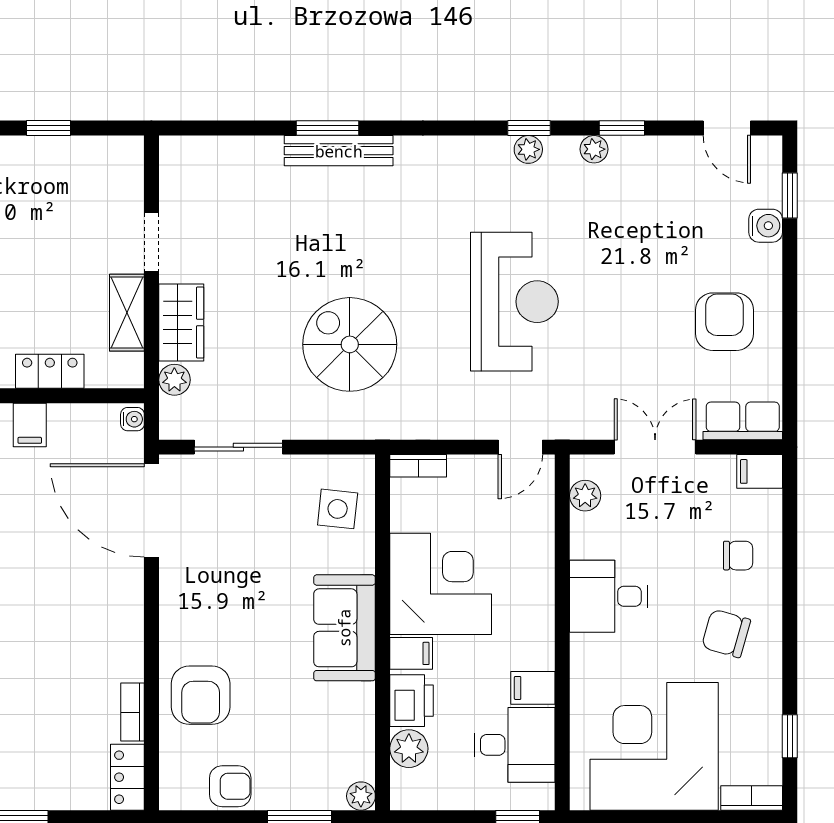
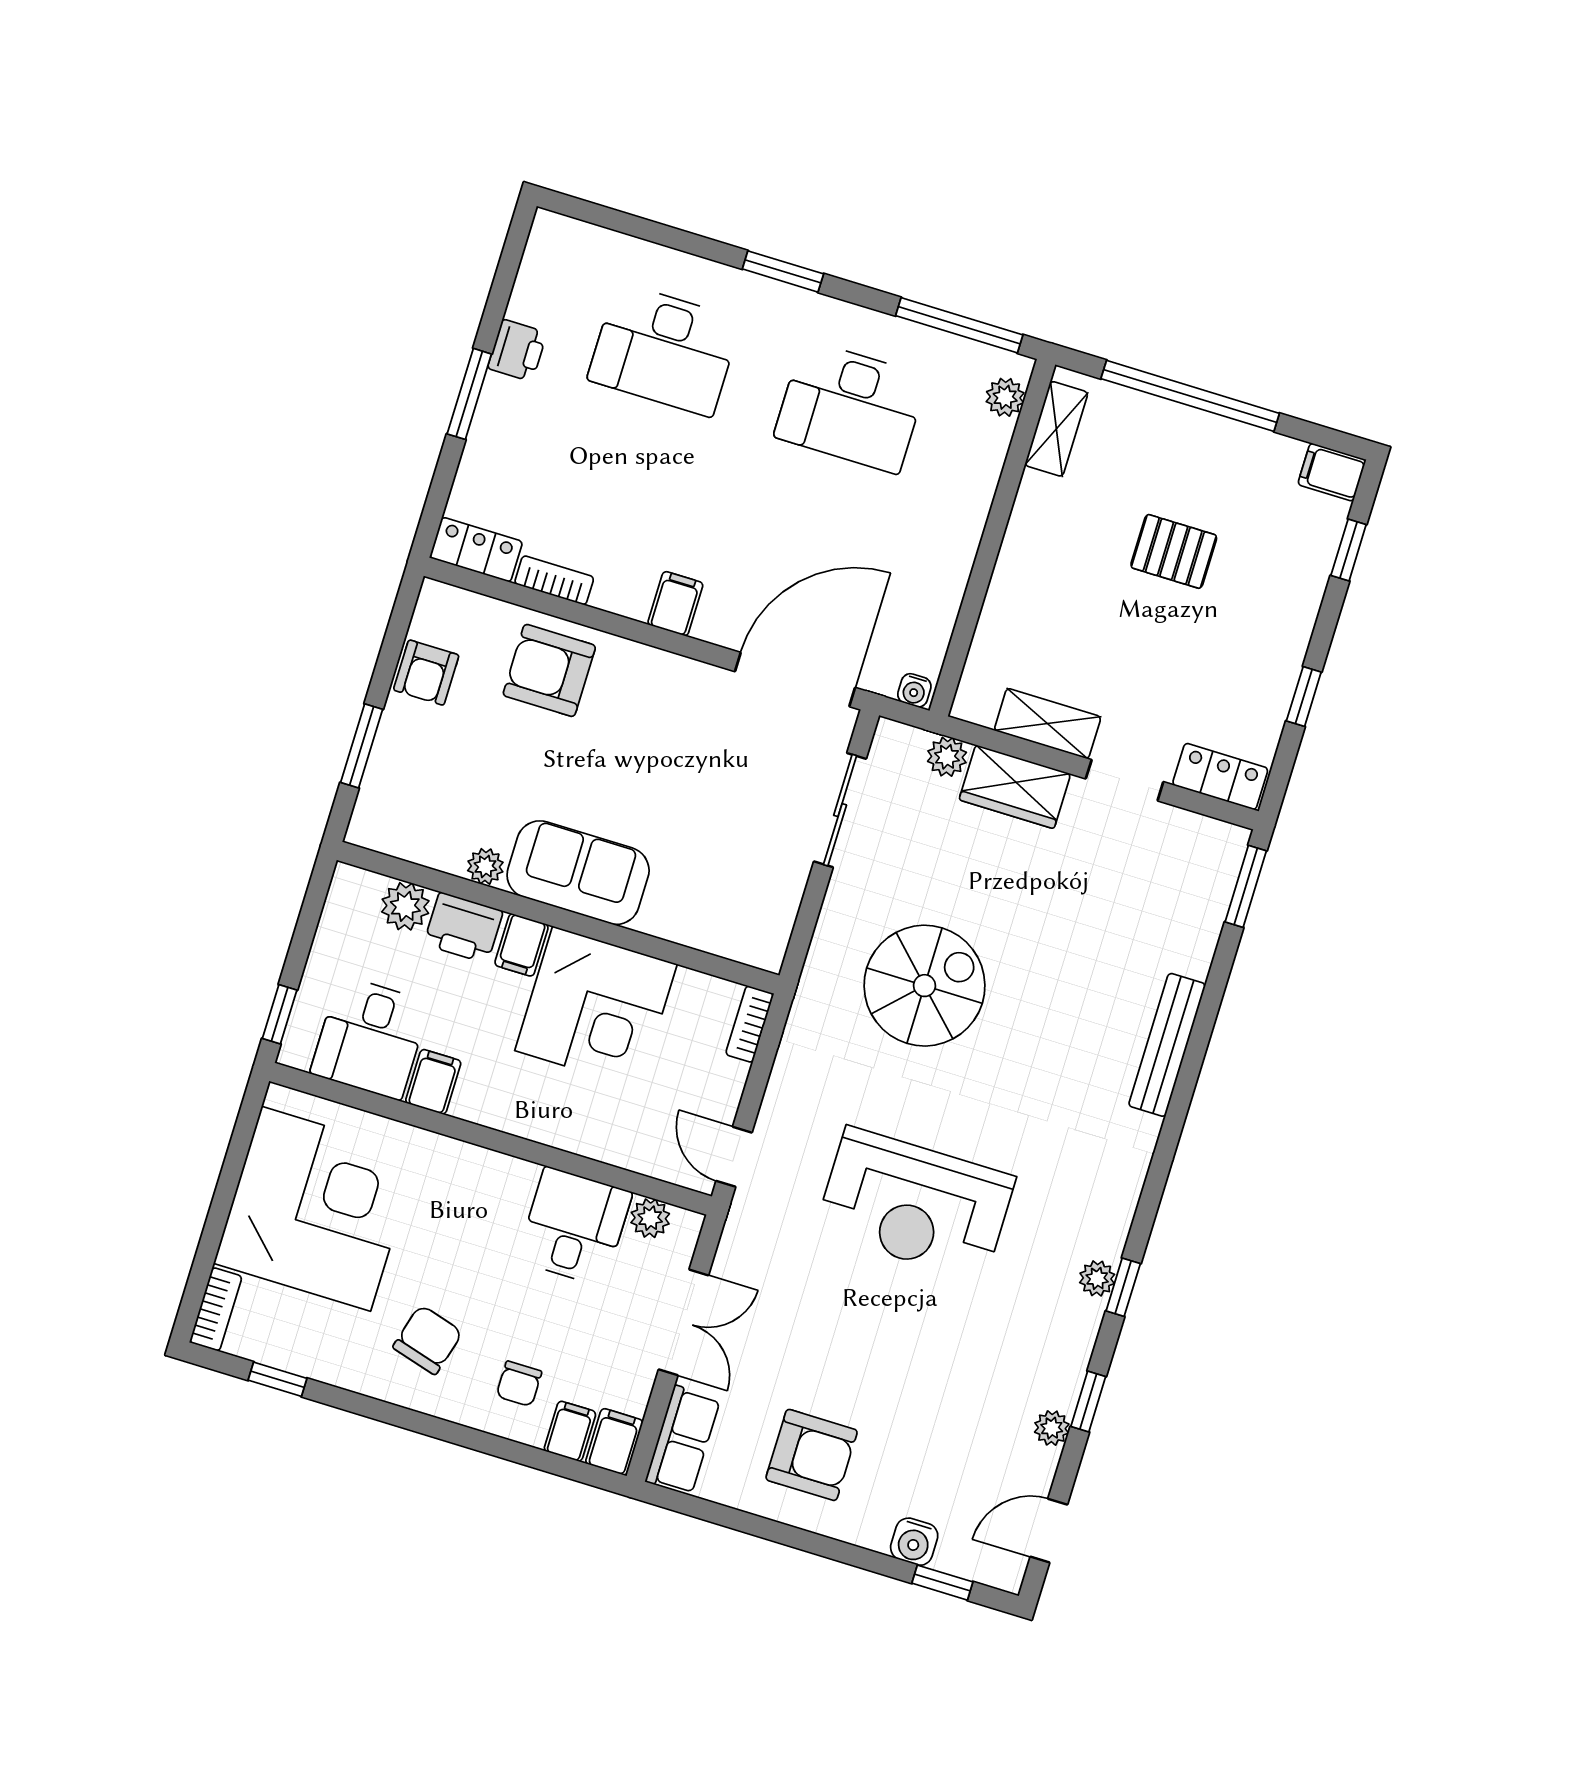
window: (327, 128) -> (1246, 886), moved
plant: (594, 149) -> (1052, 1428), moved
locker: (50, 371) -> (1220, 776), moved, turned -90
filing cabinet: (30, 425) -> (675, 604), moved, turned 90
filing cabinet: (762, 507) -> (570, 1431), added
side table: (338, 509) -> (727, 909), removed
desk: (608, 596) -> (574, 1226), moved
plant: (361, 796) -> (485, 866), moved

